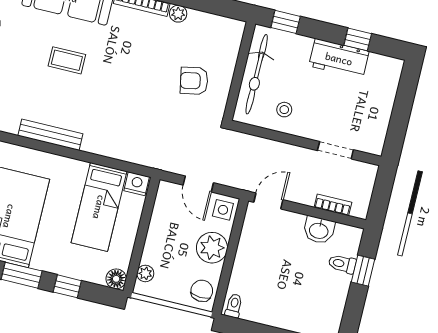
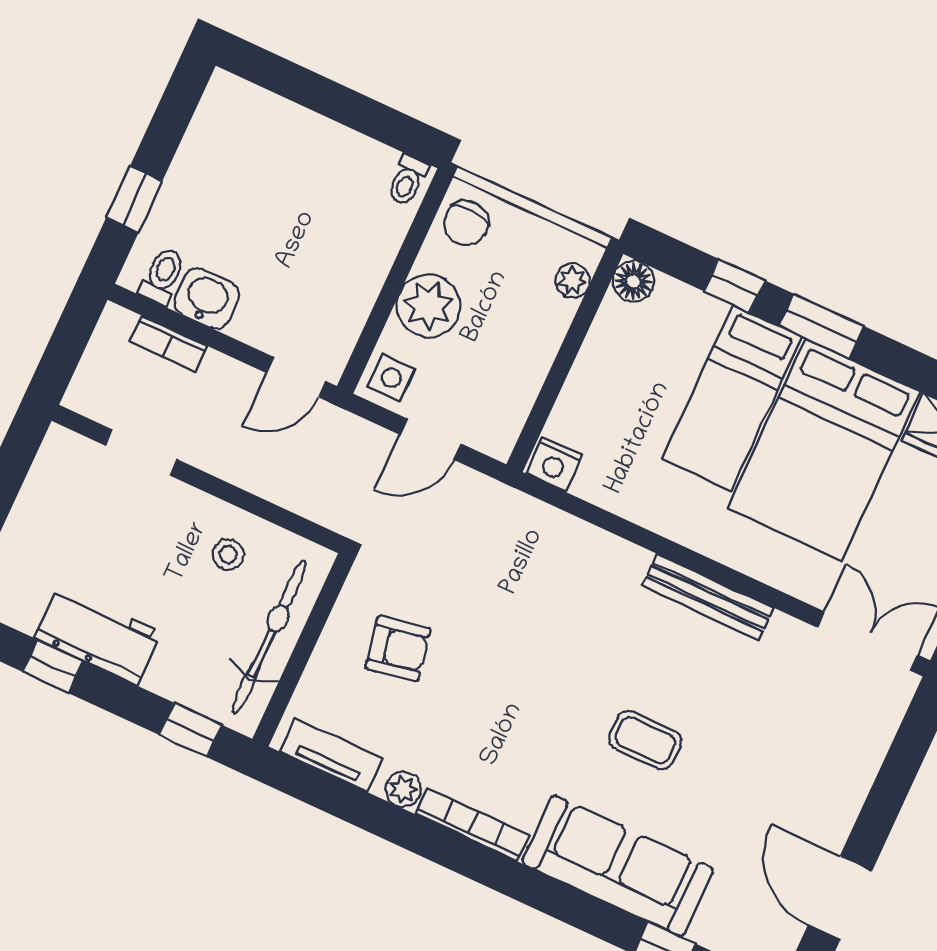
tv unit: (216, 23) -> (331, 755), added
door: (198, 184) -> (431, 439), swing flipped
bed: (99, 207) -> (732, 398), moved, turned 180
toilet: (342, 264) -> (162, 276), moved, turned -90

